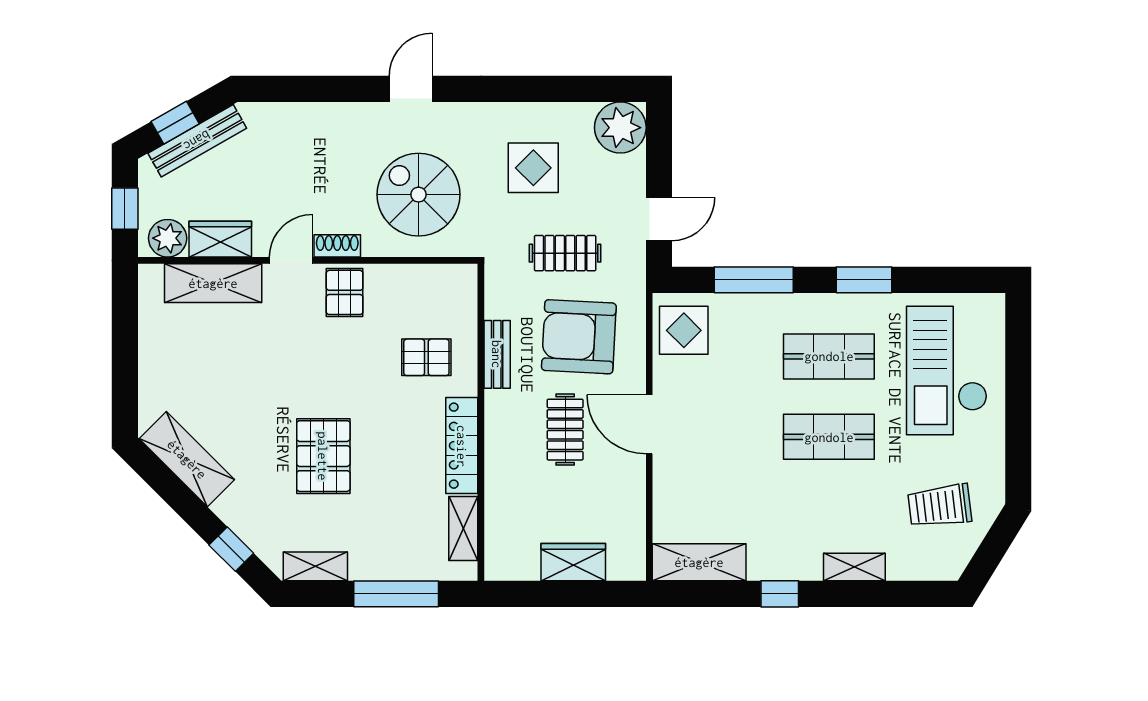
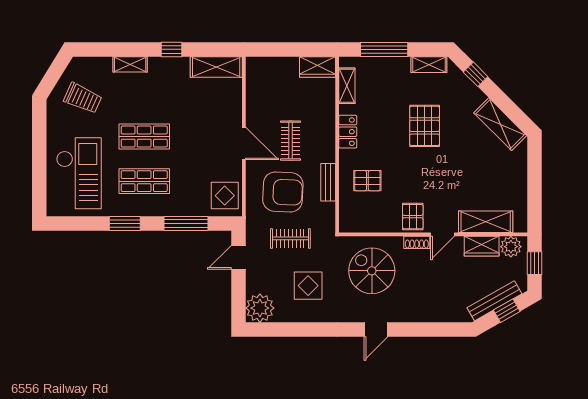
spiral stairs: (418, 195) -> (372, 271), turned 180
locker: (462, 446) -> (348, 132), width x0.66
trolley: (940, 506) -> (83, 98), turned 31
wardrobe: (573, 562) -> (317, 67), moved

